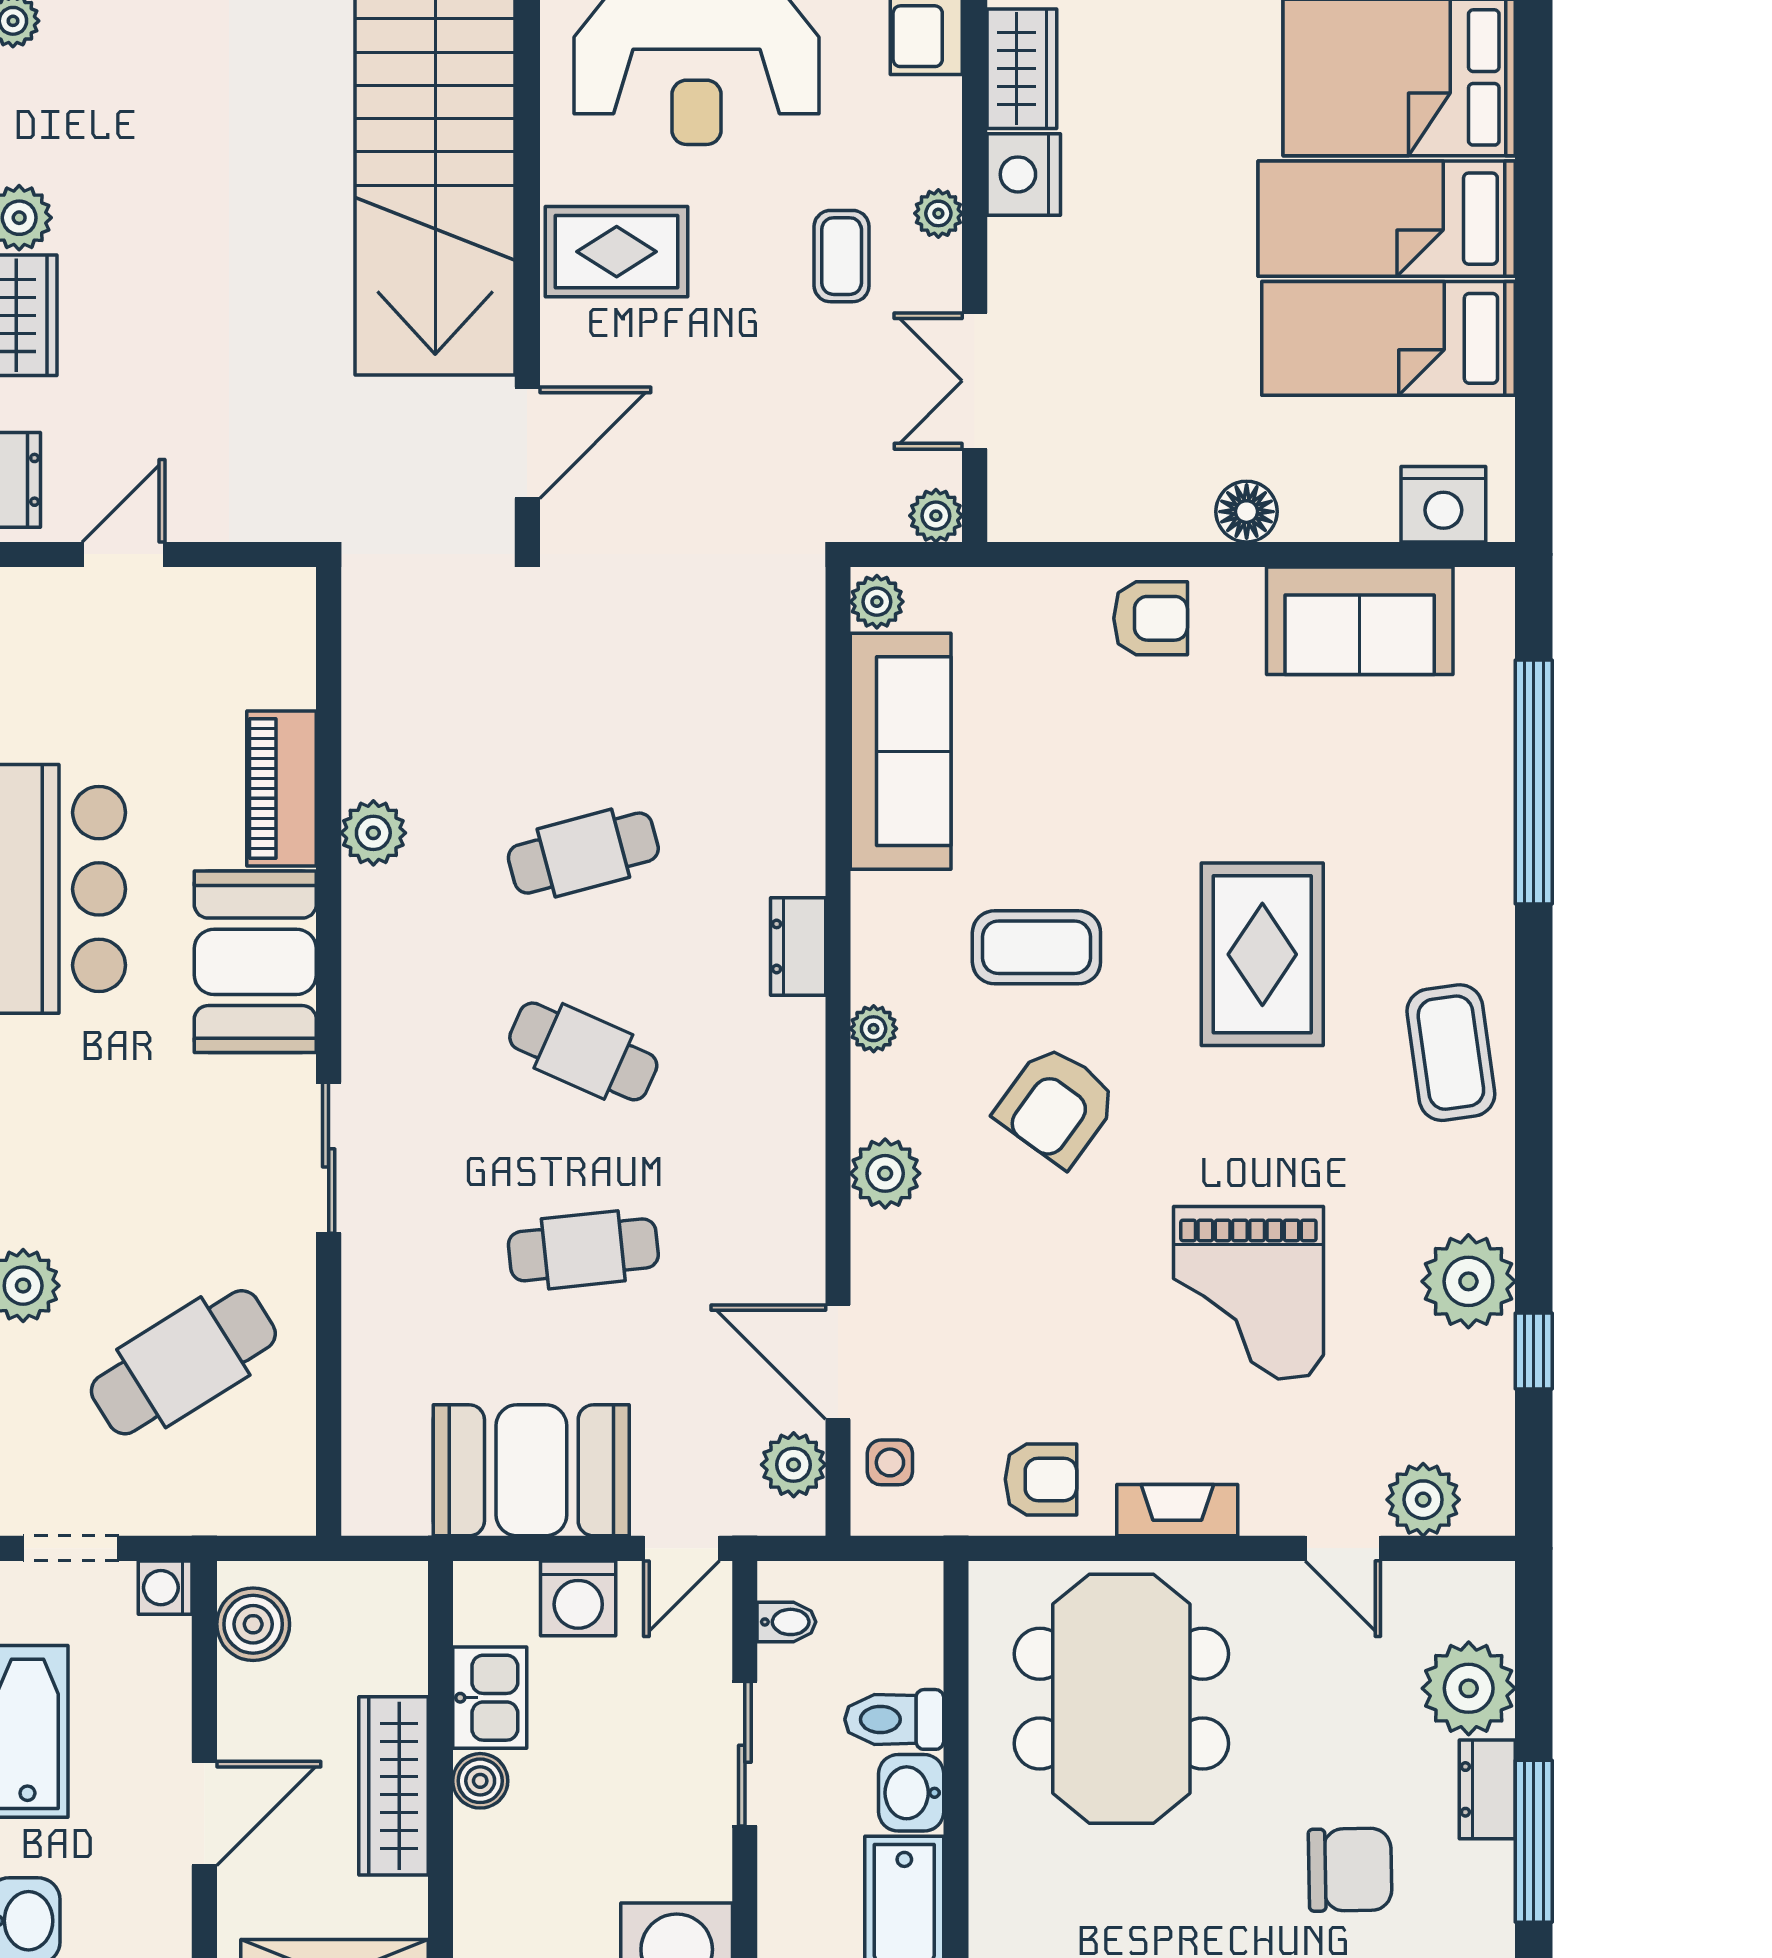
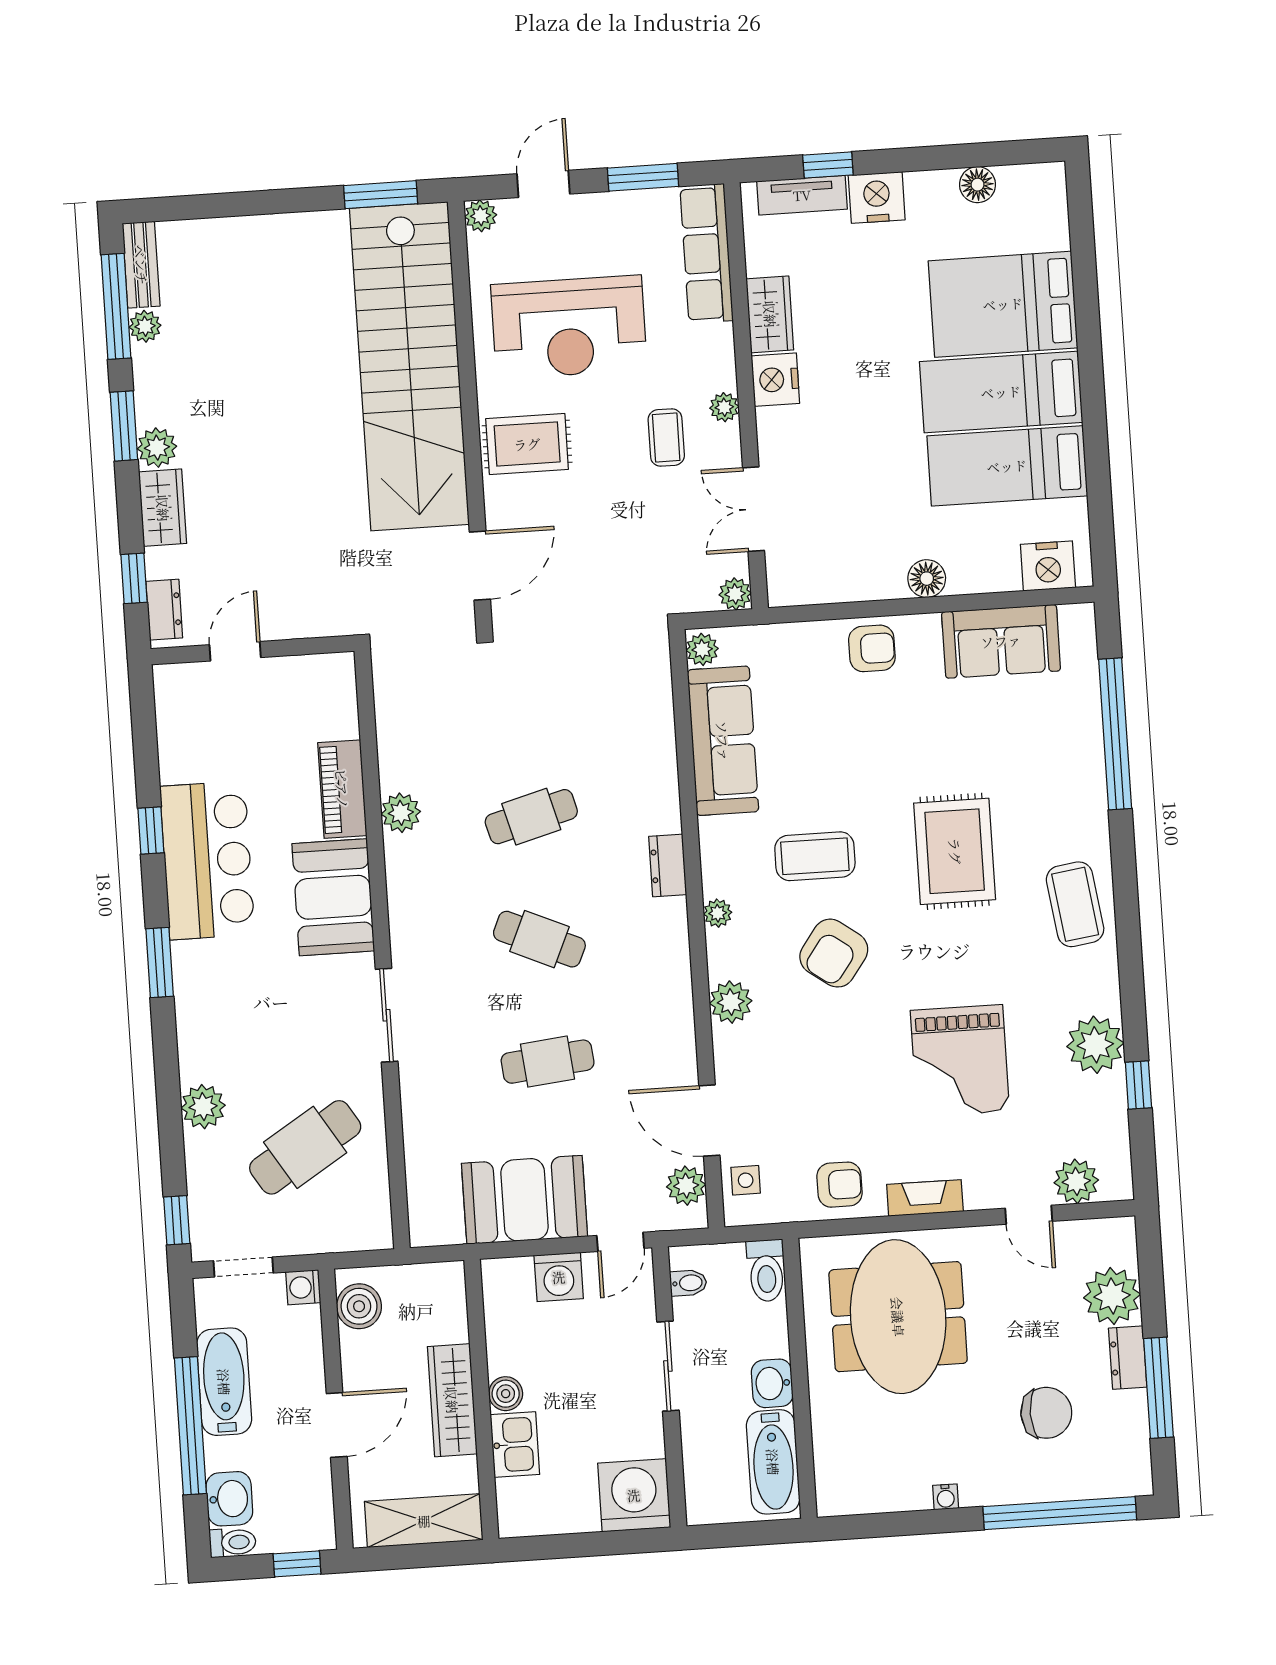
kitchen sink: (490, 1698) -> (515, 1445), moved
toilet: (894, 1719) -> (766, 1271), moved, turned -90

